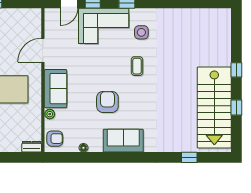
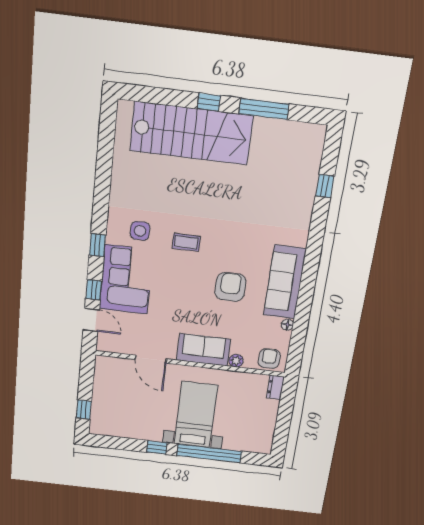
armchair: (107, 102) -> (230, 287), turned 90
stairs: (214, 107) -> (191, 133), moved
window: (236, 107) -> (264, 109), width x2.17
sofa: (123, 141) -> (285, 282), width x1.36

